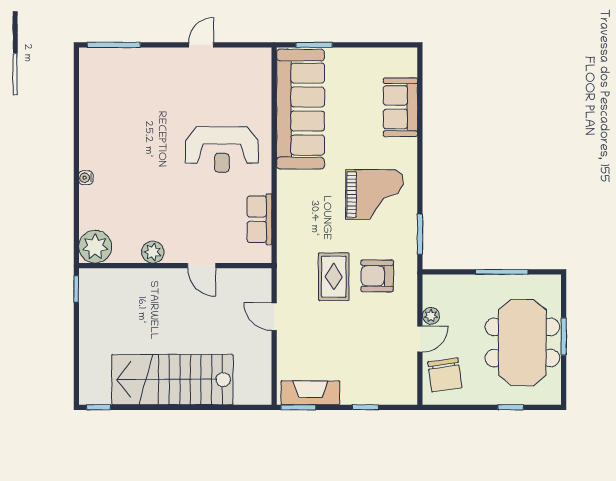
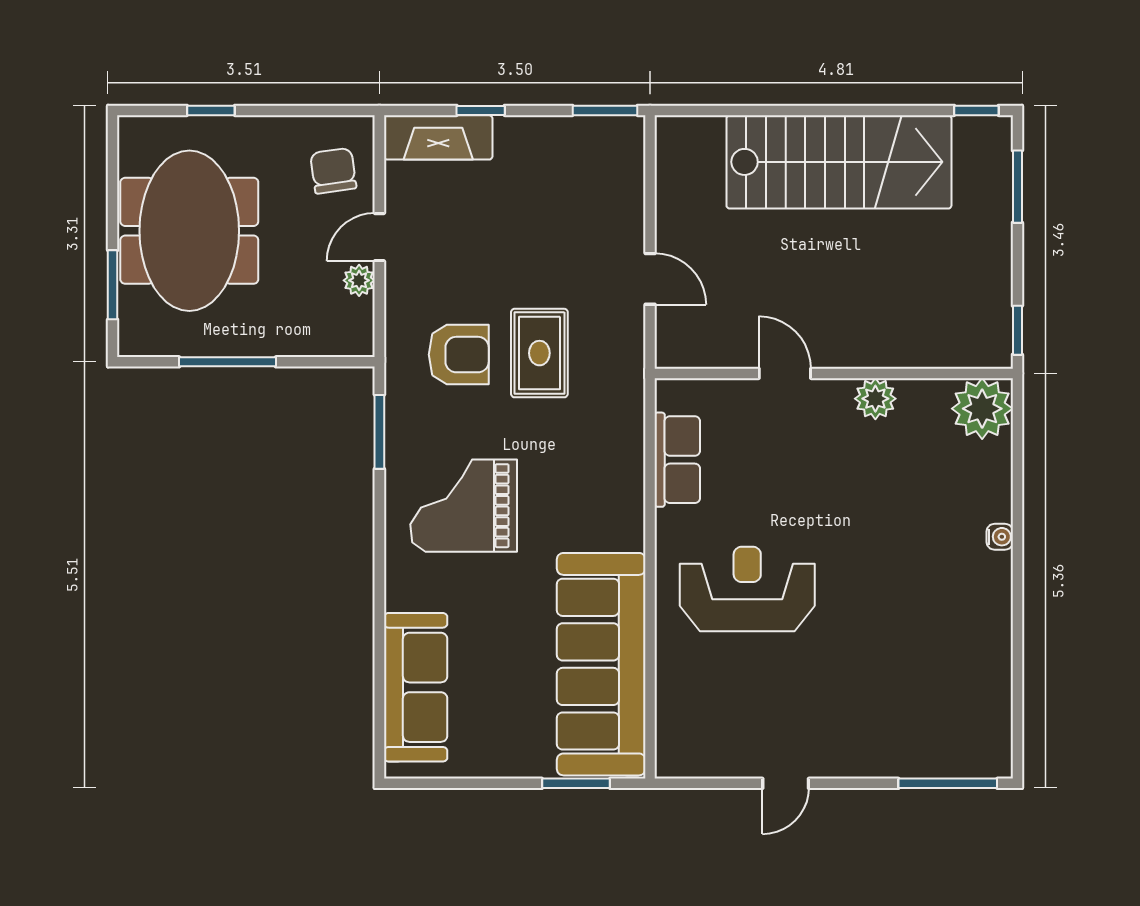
sofa: (400, 107) -> (416, 687), width x1.36
window: (564, 336) -> (113, 285), moved
window: (76, 366) -> (1017, 187), added
chair: (445, 375) -> (333, 171), width x0.73, depth x0.73
fireplace: (310, 393) -> (438, 137), moved

